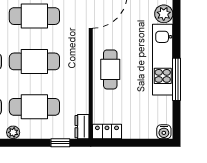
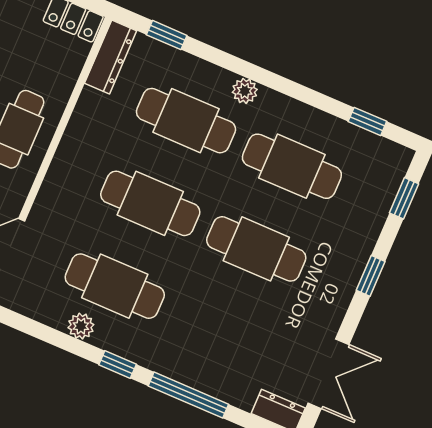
dresser: (82, 127) -> (111, 57), width x1.44

